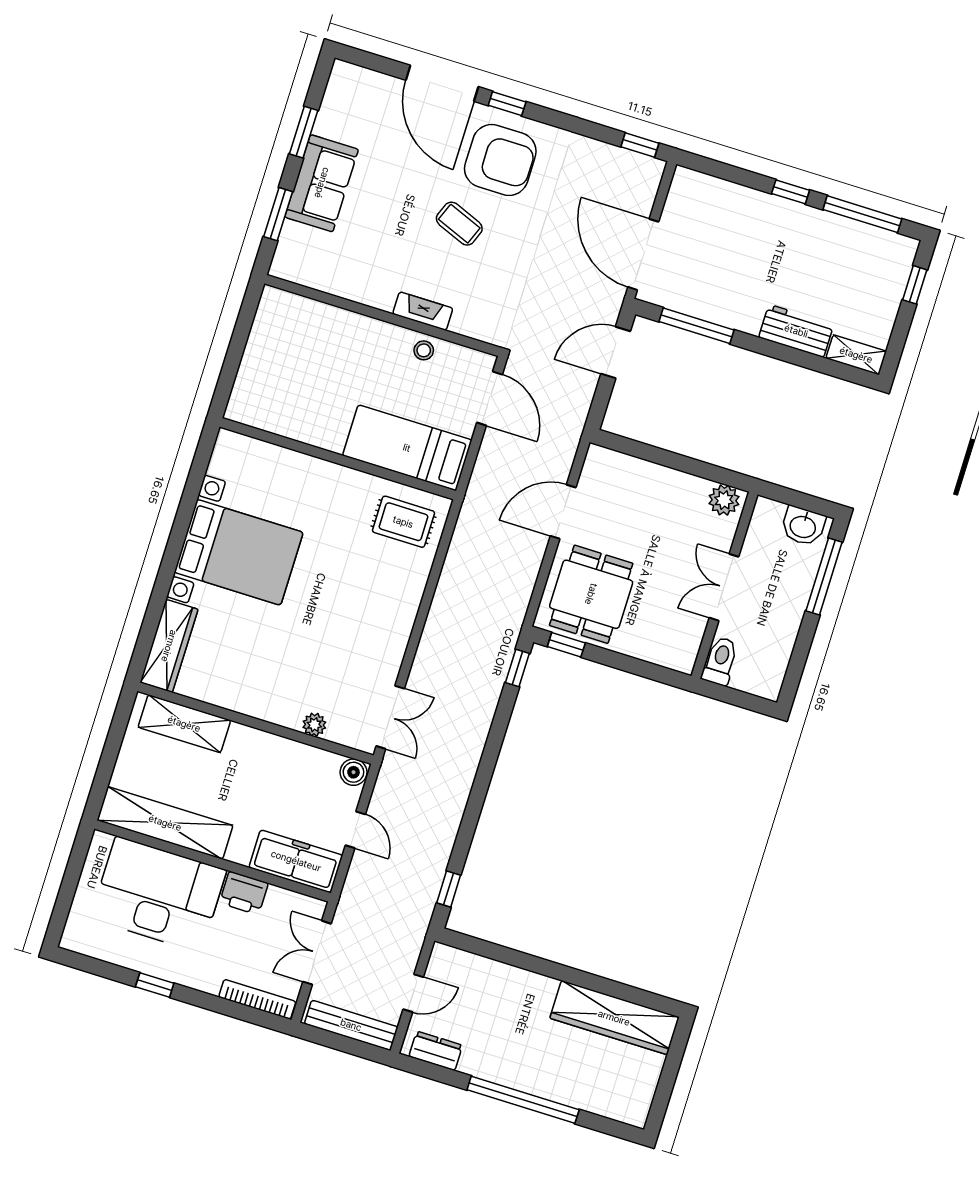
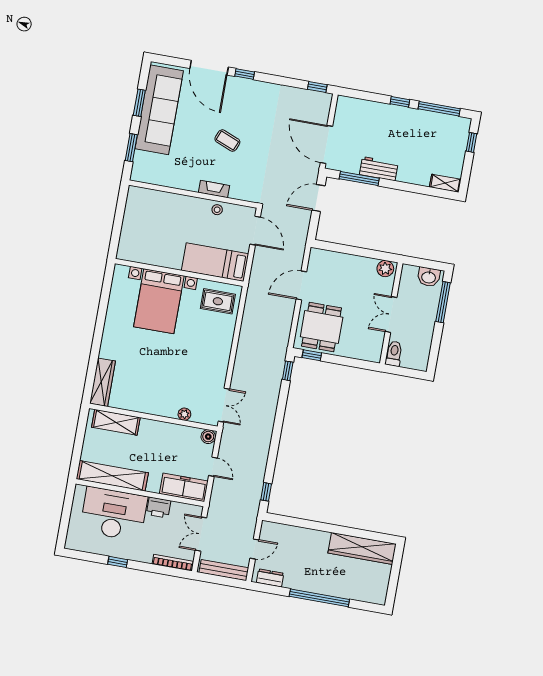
armchair: (500, 160) -> (245, 104), removed
sofa: (322, 183) -> (159, 110), width x1.85, depth x1.27
workbench: (796, 331) -> (379, 169), moved
bed with nightstands: (239, 552) -> (159, 301), moved, turned 90

